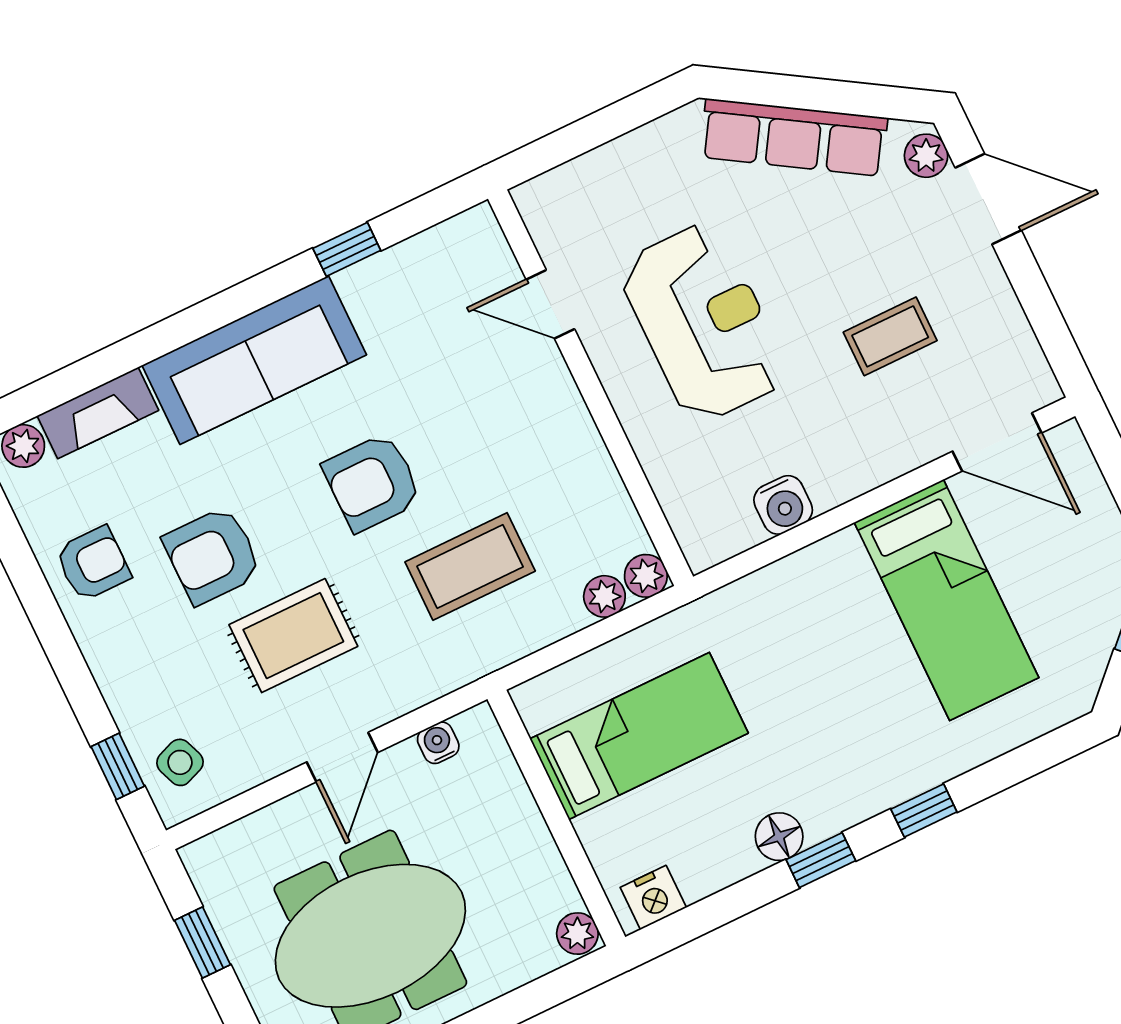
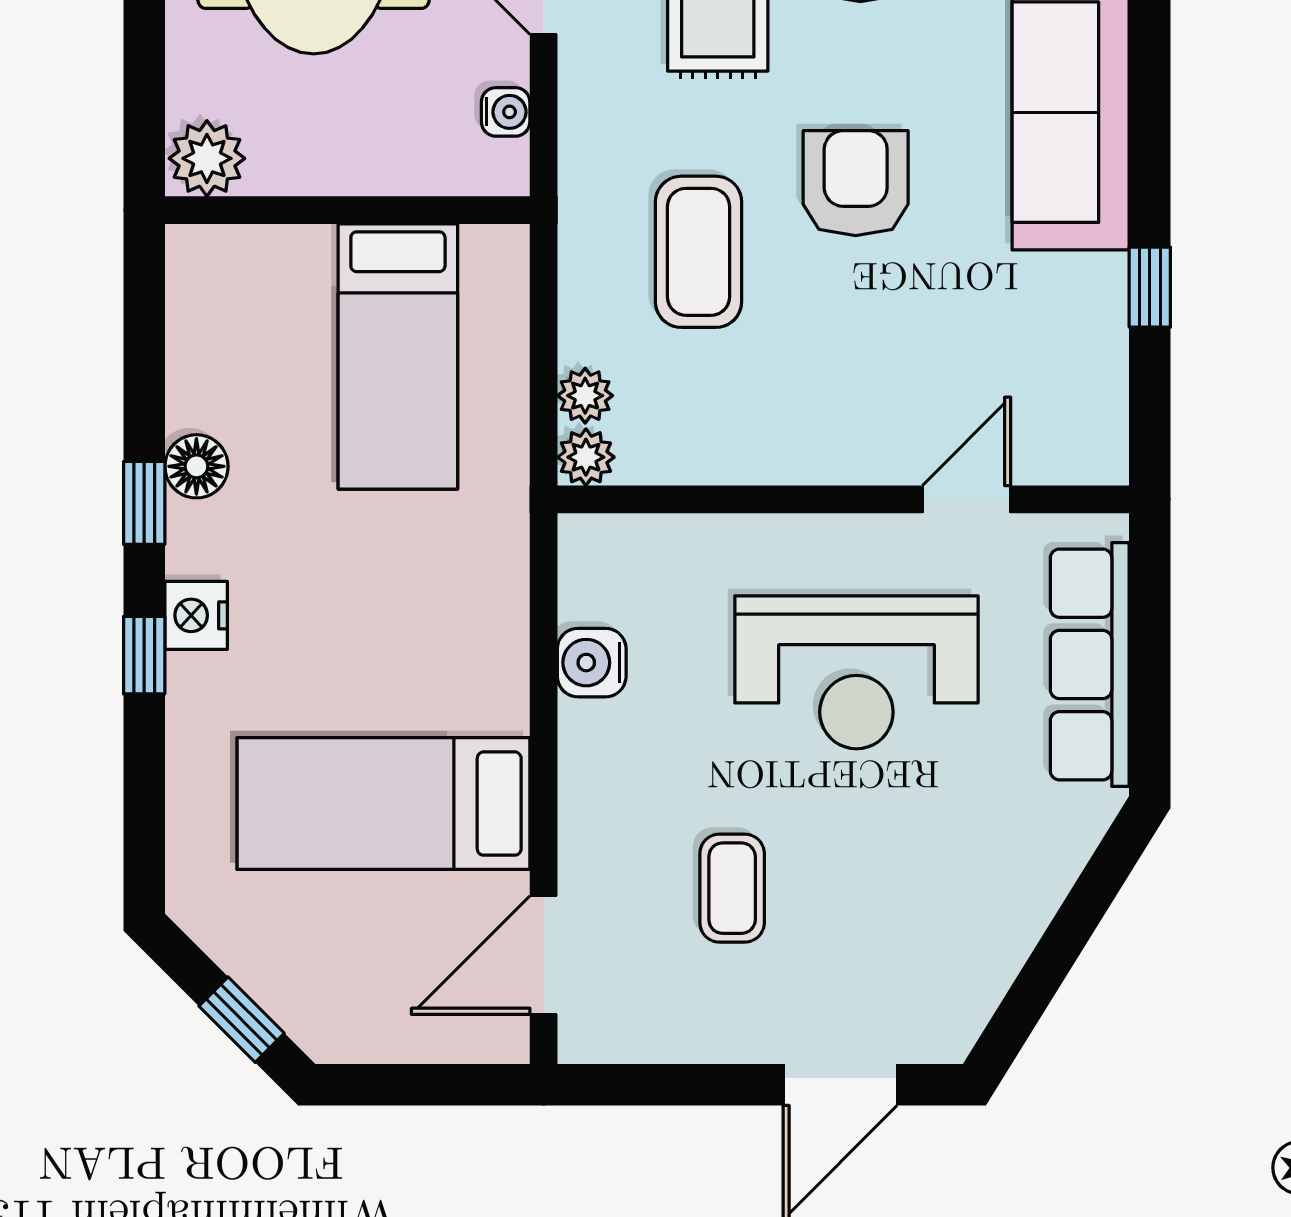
row of seats: (794, 137) -> (1090, 664), moved, turned -32
plant: (926, 156) -> (928, 1035), removed
nightstand: (653, 897) -> (196, 615), moved
plant: (577, 934) -> (207, 158), width x1.38, depth x1.38

